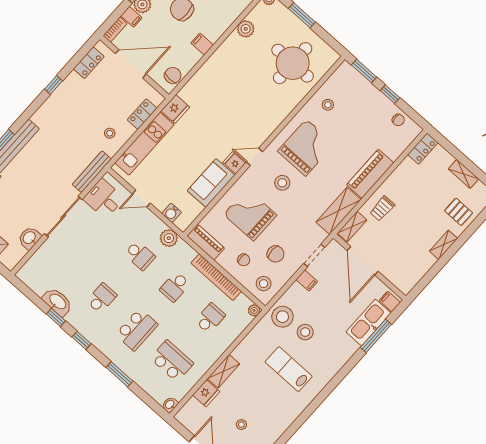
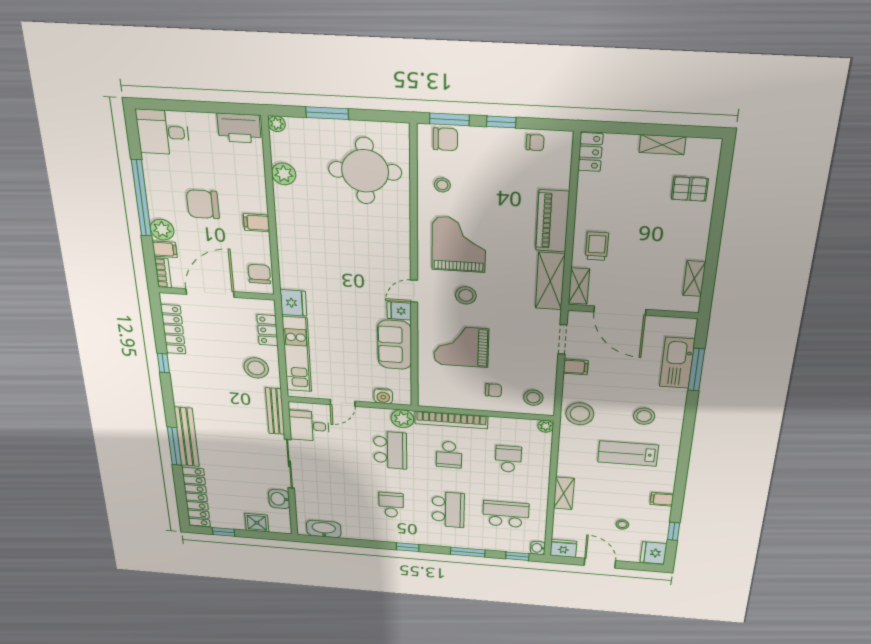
locker: (89, 63) -> (173, 329), width x1.53
stool: (110, 133) -> (256, 368), width x1.89, depth x1.89
trolley: (382, 208) -> (597, 246), turned 180
piano: (206, 242) -> (441, 399), removed
shelving: (444, 245) -> (694, 279), moved
chair: (276, 254) -> (445, 139), moved
school desk: (140, 255) -> (390, 450), width x1.85
bookcase: (216, 277) -> (451, 420), moved
washbasin: (57, 302) -> (324, 529), moved
filing cabinet: (390, 302) -> (662, 499), moved
window: (56, 317) -> (517, 556), moved
stool: (305, 332) -> (644, 416), moved
fridge: (206, 393) -> (563, 548), moved, turned -90

